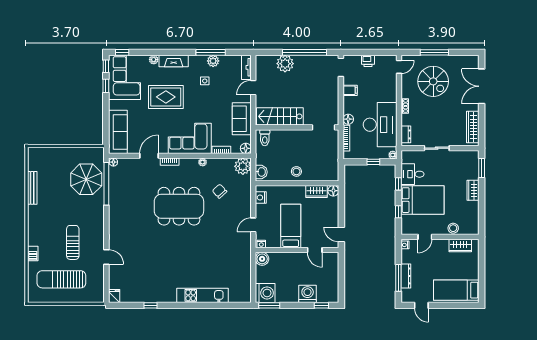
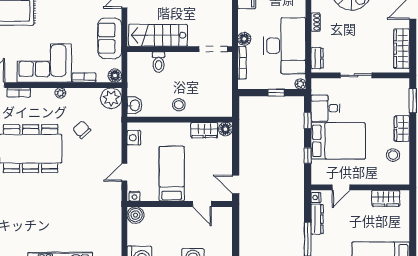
toilet: (265, 138) -> (159, 62), moved
stool: (453, 228) -> (393, 155), moved
dresser: (406, 276) -> (317, 219), moved

